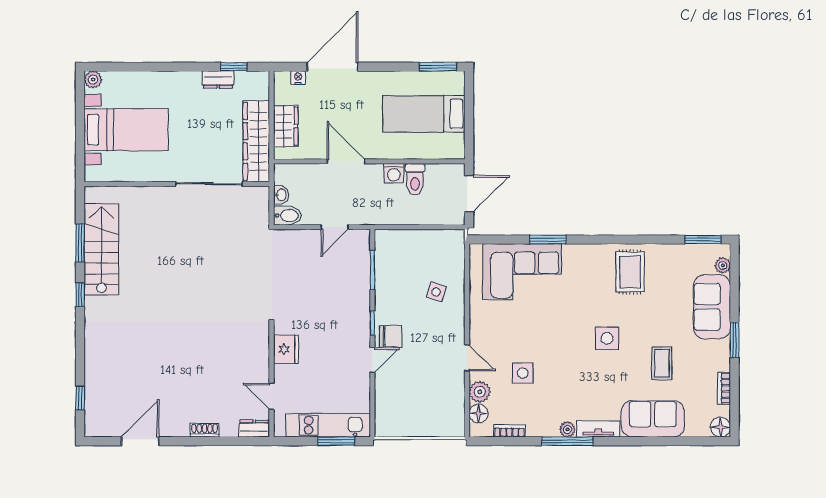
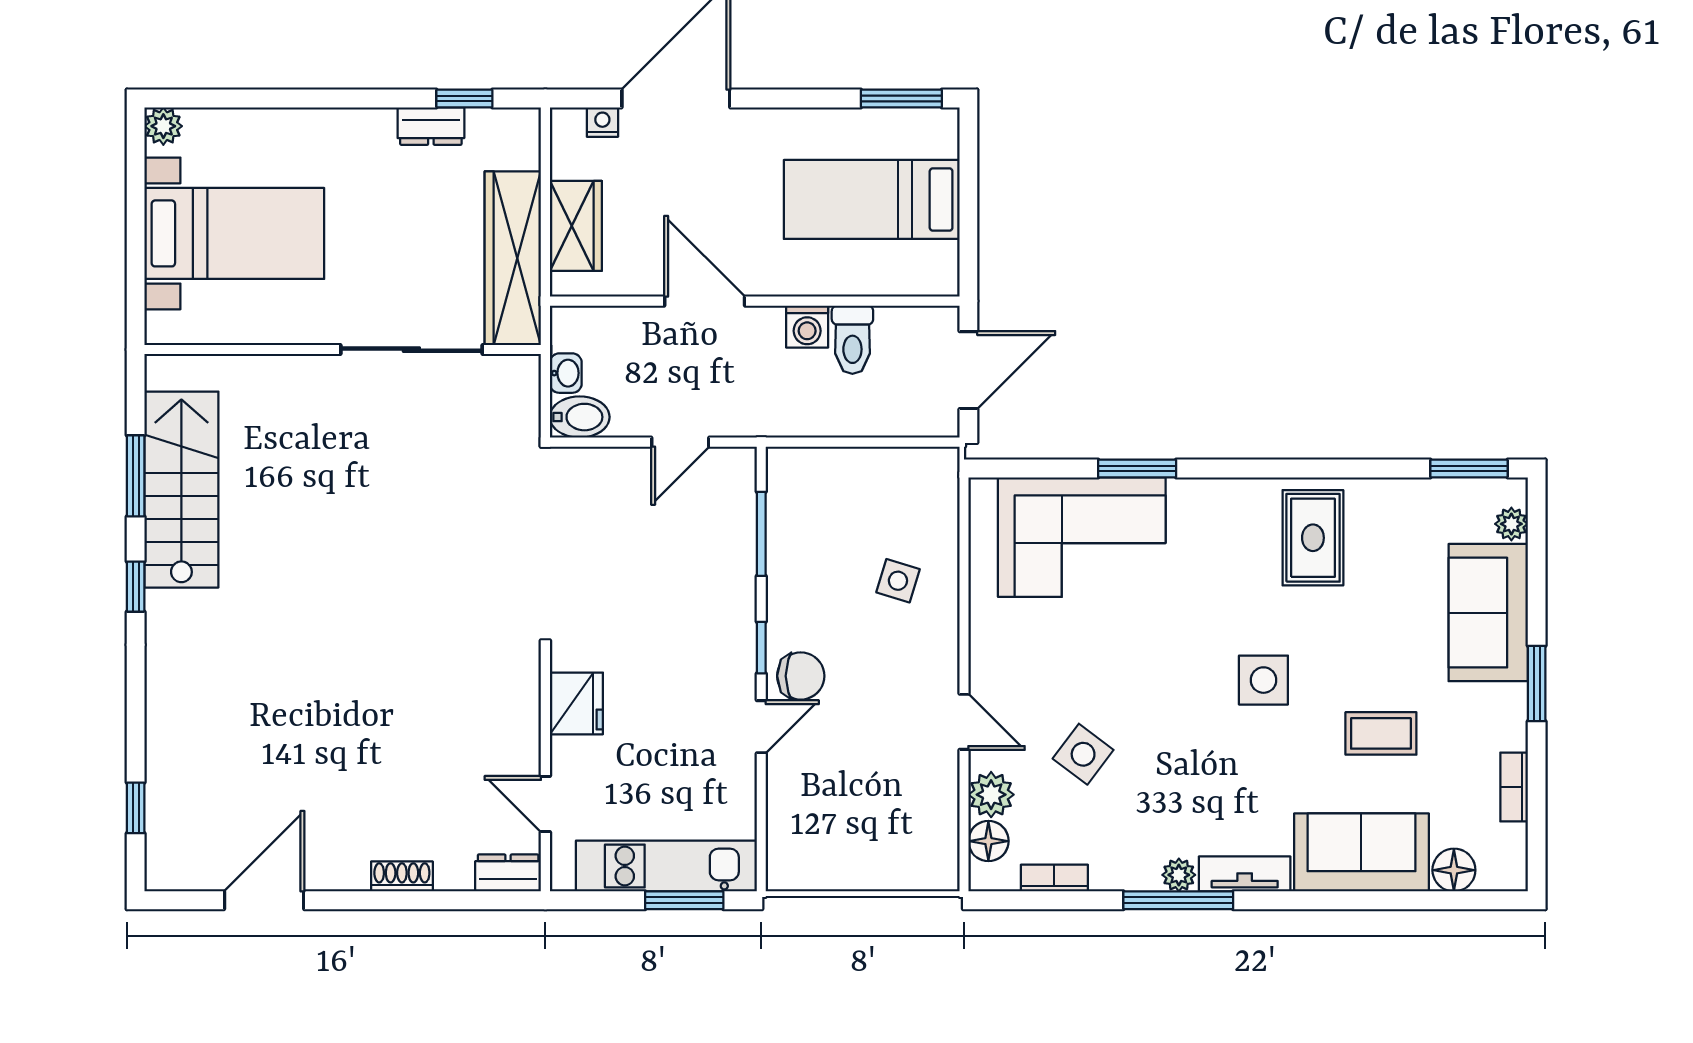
coffee table: (662, 363) -> (1381, 733), turned 90
side table: (523, 373) -> (1083, 754), turned 37
floor lamp: (720, 427) -> (1454, 870), moved

